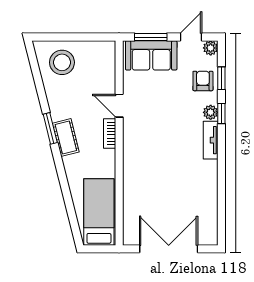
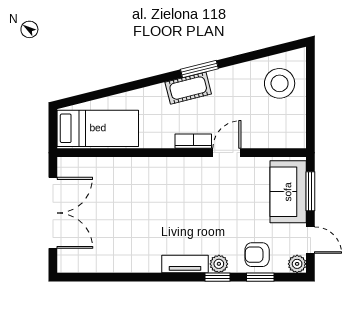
armchair: (203, 81) -> (257, 255), turned 180

